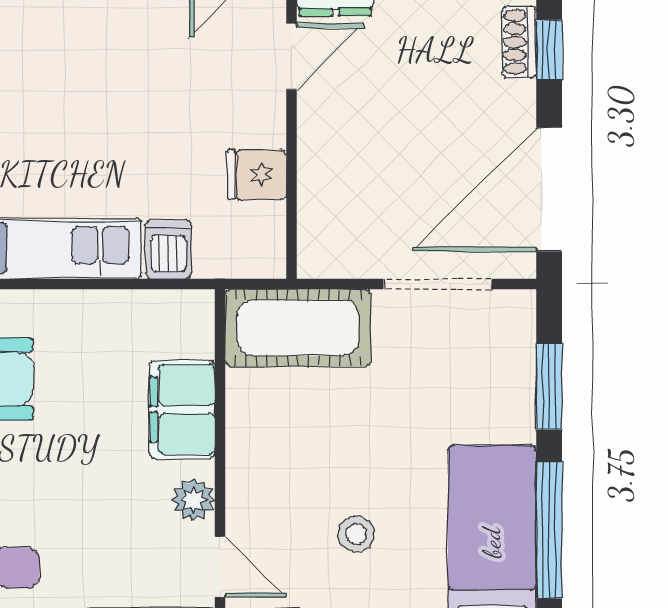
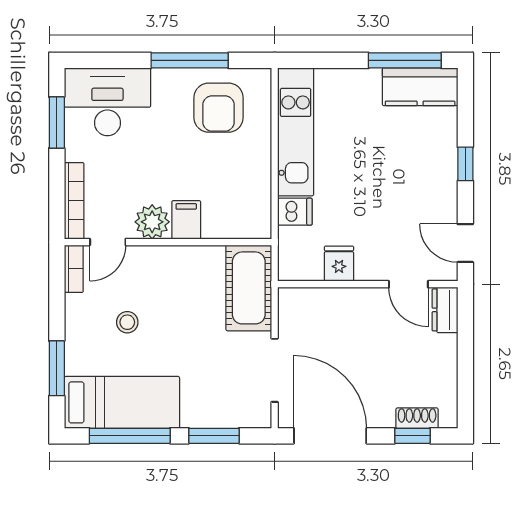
filing cabinet: (182, 409) -> (186, 220), width x0.50
plant: (194, 500) -> (152, 222), width x1.38, depth x1.38

